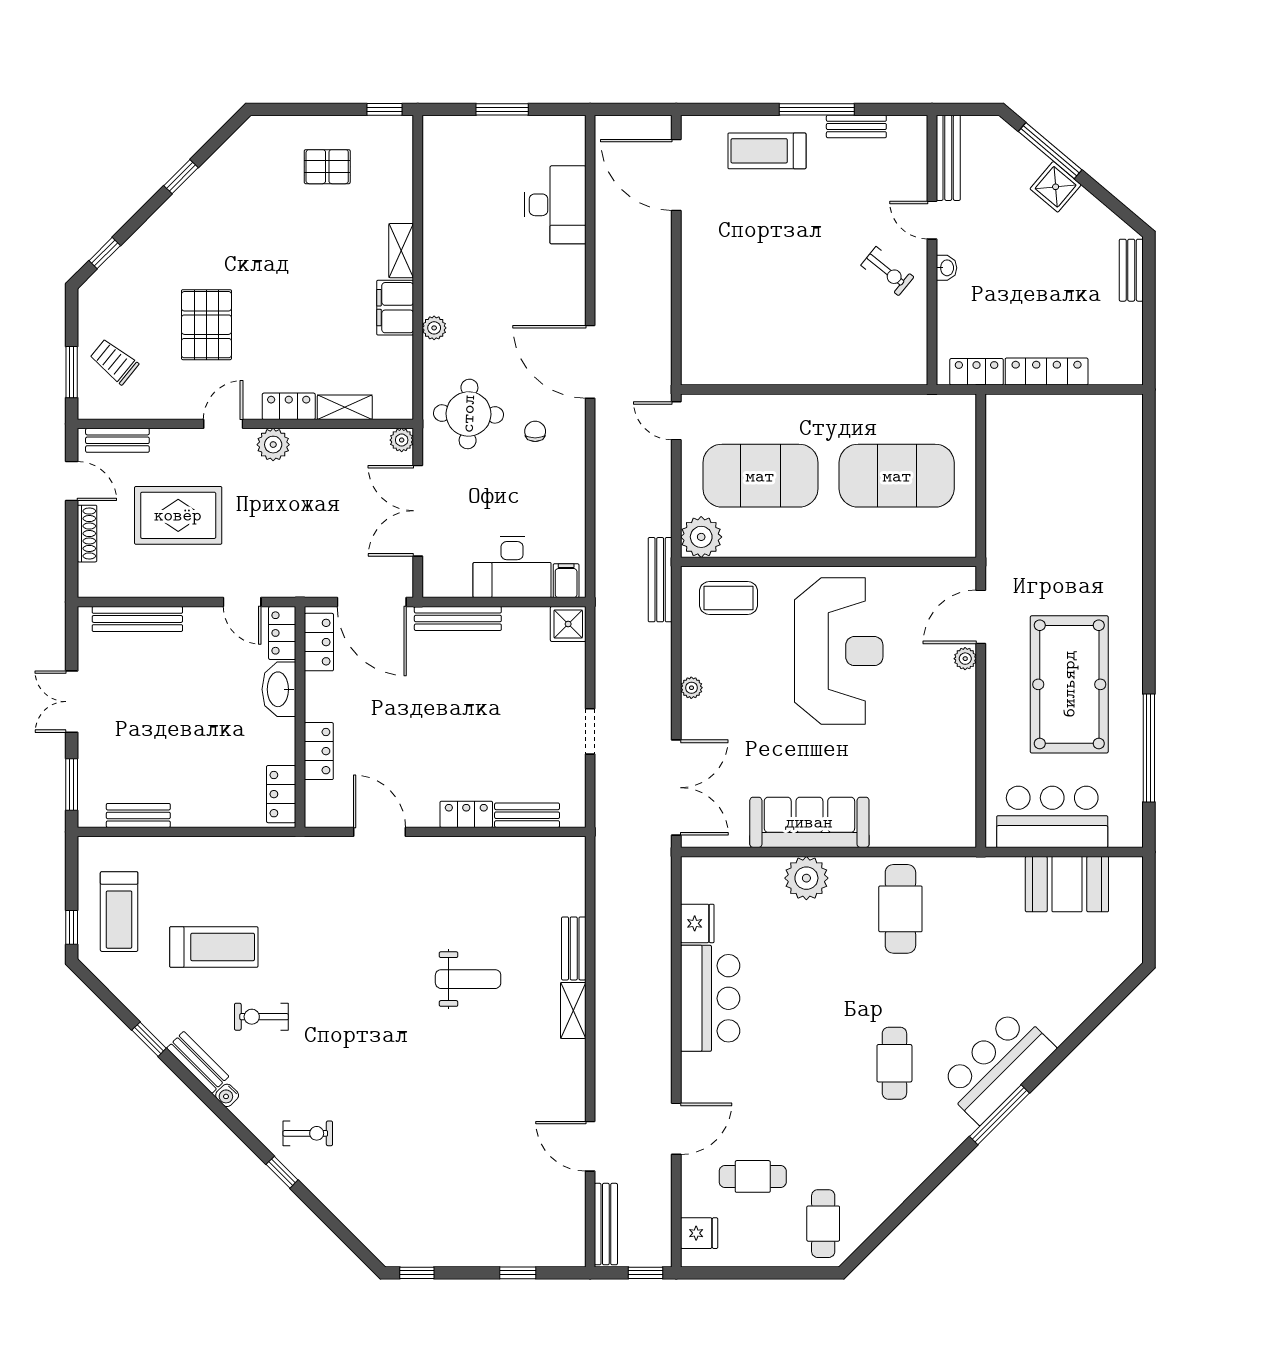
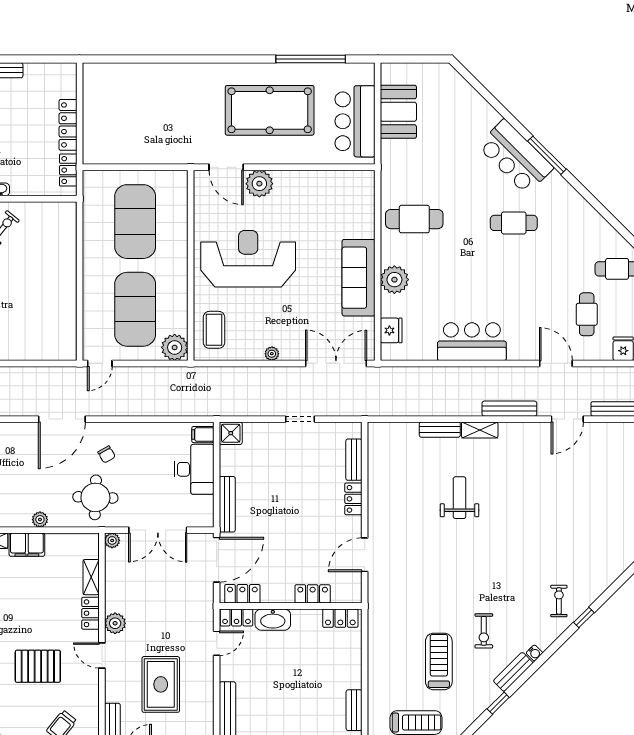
chair: (535, 431) -> (107, 454), turned -120
bench: (660, 580) -> (509, 409), moved
plant: (965, 659) -> (259, 184), width x1.88, depth x1.88
fridge: (697, 923) -> (391, 330), moved, turned 90

